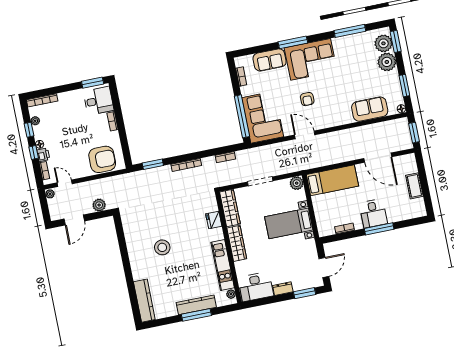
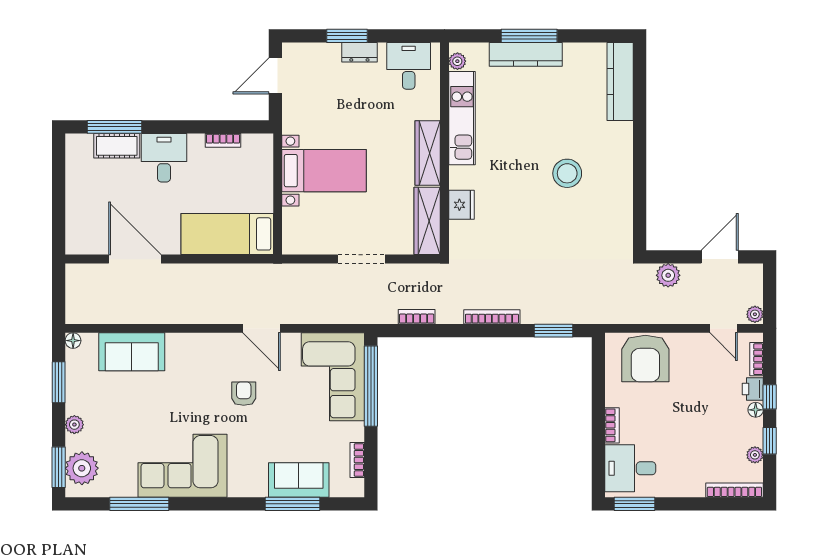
window: (293, 42) -> (292, 504), moved
corner sofa: (311, 59) -> (182, 466), moved
plant: (387, 62) -> (74, 425), width x0.53, depth x0.53
window: (414, 133) -> (59, 292), removed
armchair: (102, 159) -> (645, 359), turned -90
plant: (297, 183) -> (294, 242), removed
cot: (414, 186) -> (117, 146), moved, turned 90
window: (379, 229) -> (114, 127), moved
desk: (256, 287) -> (409, 66), width x0.73
window: (305, 293) -> (347, 36), moved

